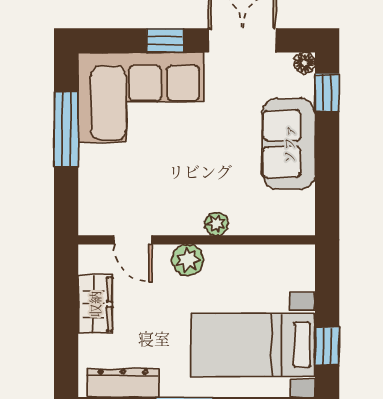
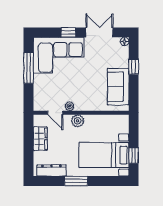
window: (327, 92) -> (134, 67), moved
sofa: (289, 144) -> (118, 87), moved
plant: (216, 224) -> (69, 106), moved

